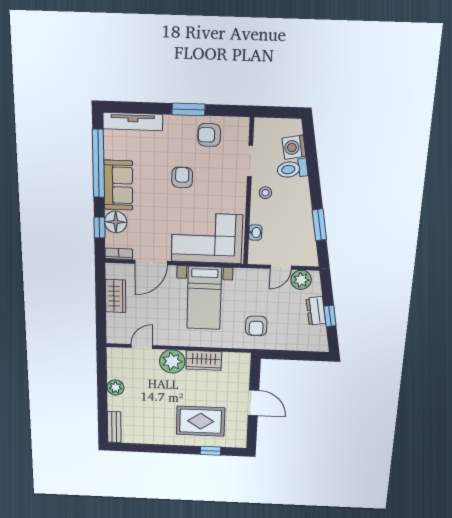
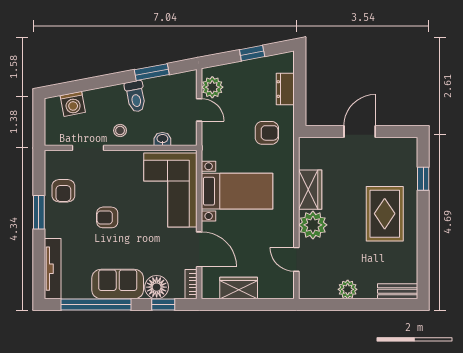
toilet: (292, 169) -> (135, 96), moved
dresser: (316, 311) -> (285, 89), moved, turned 101
rug: (201, 421) -> (385, 214), moved

